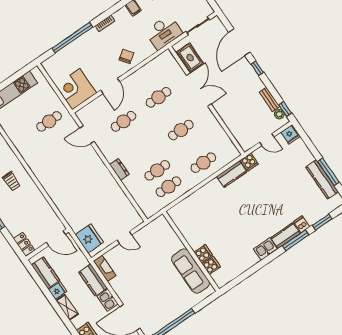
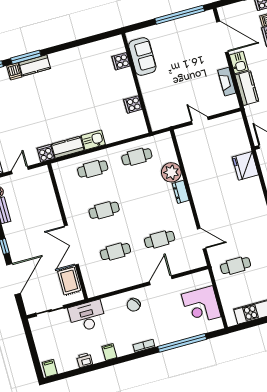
corner desk: (76, 89) -> (201, 305), moved, turned 90
door: (267, 140) -> (20, 170), hinge flipped
cafe table: (157, 170) -> (142, 177), removed
plant: (134, 184) -> (171, 172), added
fridge: (89, 238) -> (245, 166), moved
kitchen sink: (265, 249) -> (93, 140), moved, turned 180
cooker: (203, 254) -> (133, 105), moved
fireplace: (105, 268) -> (227, 82), moved
sofa: (191, 271) -> (142, 57), width x0.73

